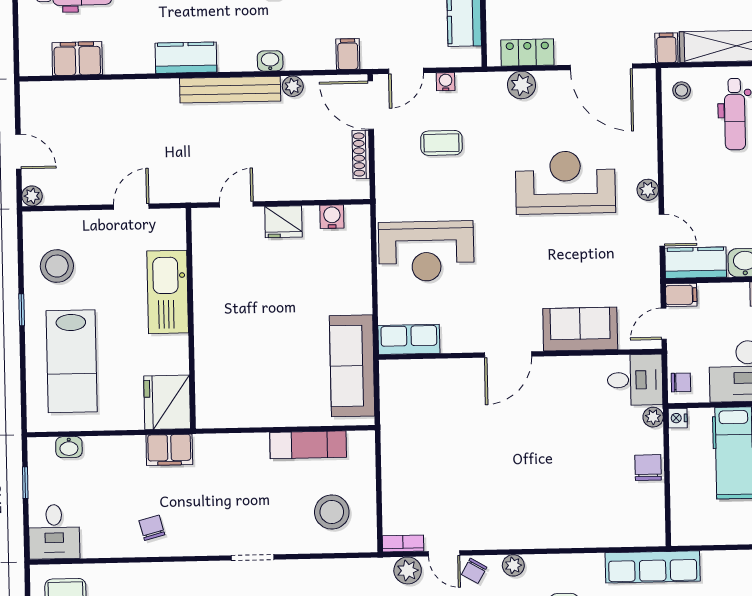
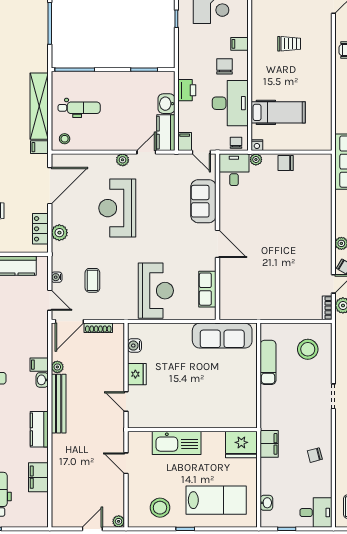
filing cabinet: (348, 54) -> (39, 365), moved
filing cabinet: (77, 59) -> (38, 477), moved
row of seats: (409, 339) -> (207, 289), moved

